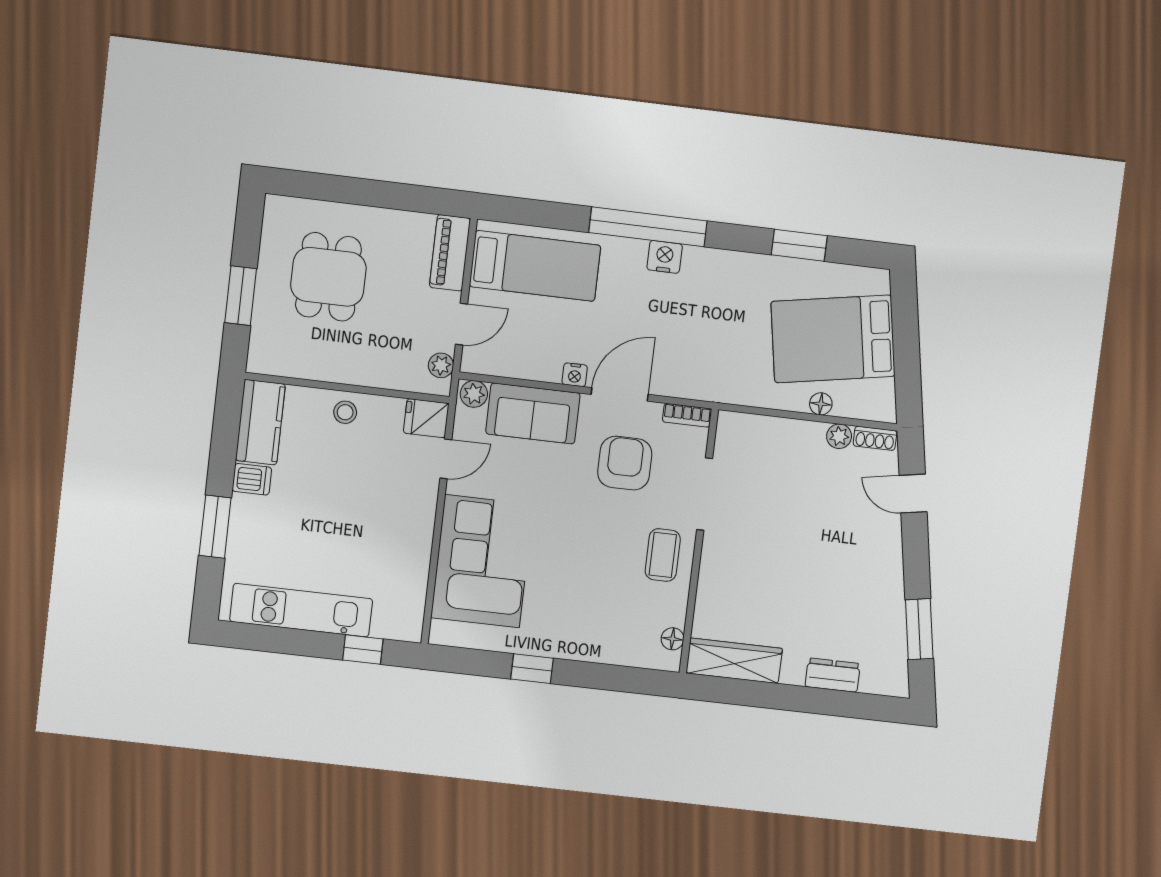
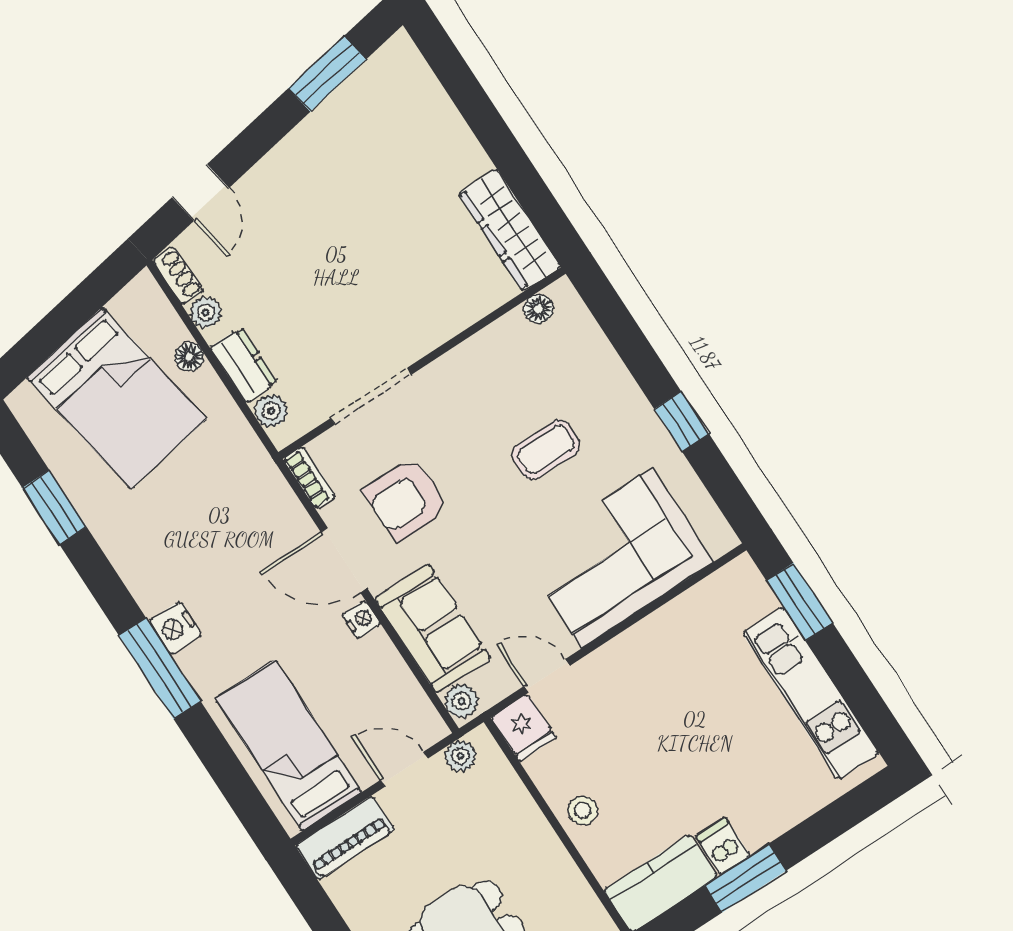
window: (648, 227) -> (160, 668), width x0.68
plant: (747, 426) -> (271, 411), added
window: (215, 527) -> (745, 878), moved
coffee table: (663, 555) -> (546, 449), moved
window: (363, 649) -> (800, 602), width x1.50
dresser: (833, 675) -> (244, 365), moved, turned 180

